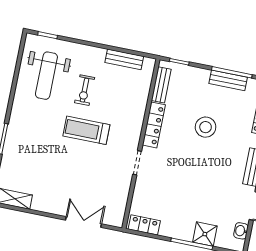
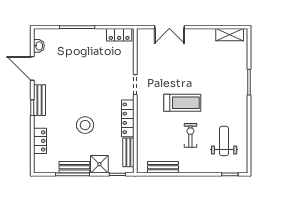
weight bench: (46, 76) -> (224, 141), width x0.73, depth x0.75
shower: (205, 234) -> (99, 164), moved

